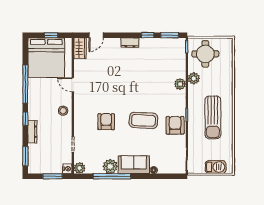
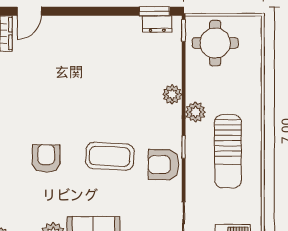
window: (148, 35) -> (117, 11), removed
dresser: (130, 43) -> (157, 24), moved
plant: (194, 78) -> (195, 112), moved
armchair: (175, 125) -> (164, 165), turned -90

